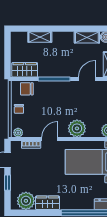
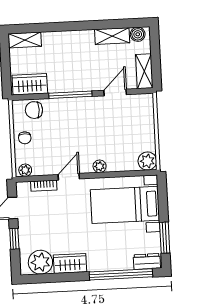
shelving: (40, 37) -> (25, 40), moved
plant: (77, 128) -> (100, 166), width x0.53, depth x0.53

